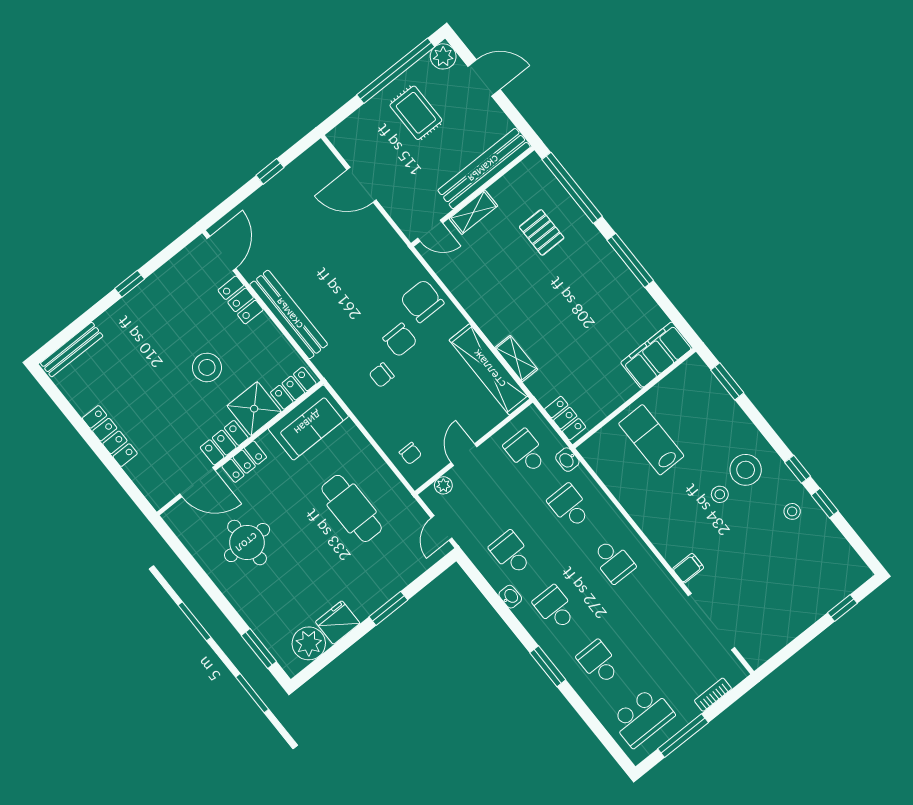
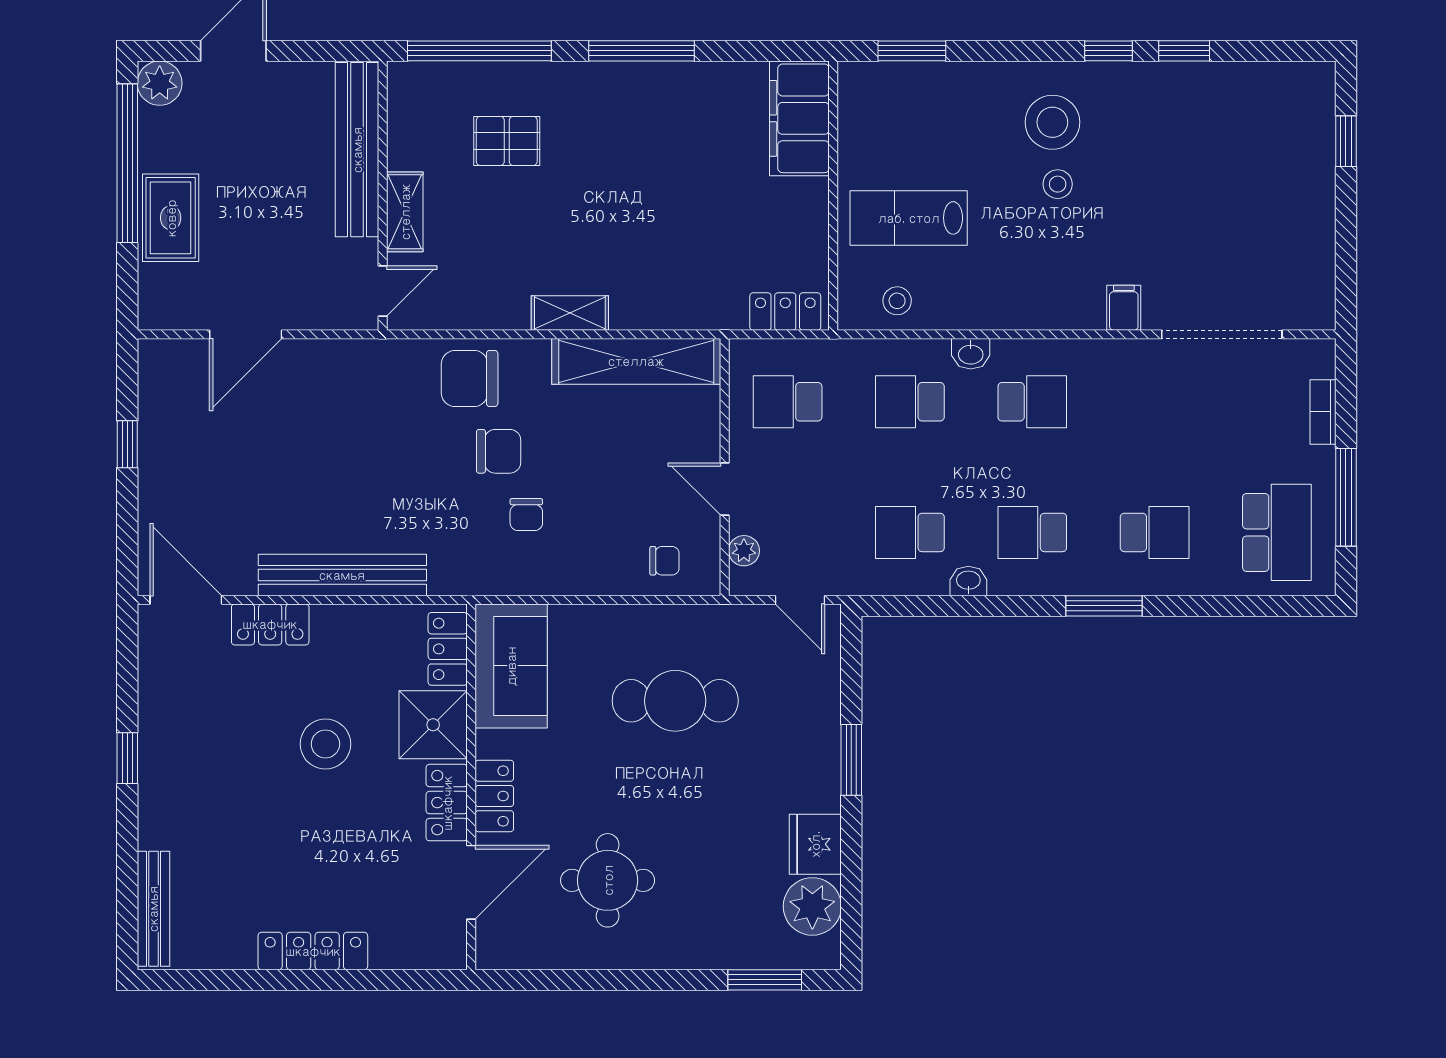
rug: (416, 113) -> (171, 218), moved, turned 90
shelving: (516, 358) -> (570, 313), moved
washbasin: (567, 460) -> (971, 354), moved
stool: (792, 511) -> (897, 301), moved
school desk: (599, 663) -> (1155, 532), turned 180

